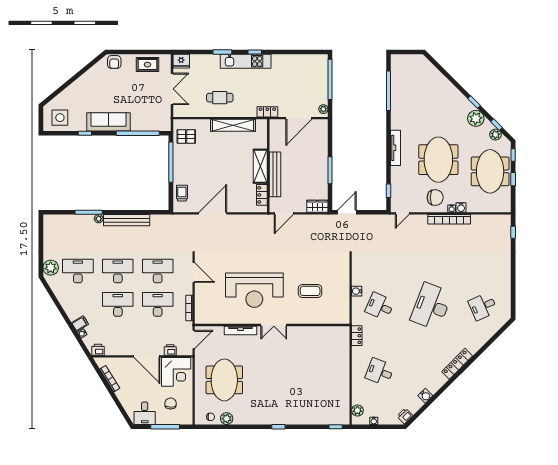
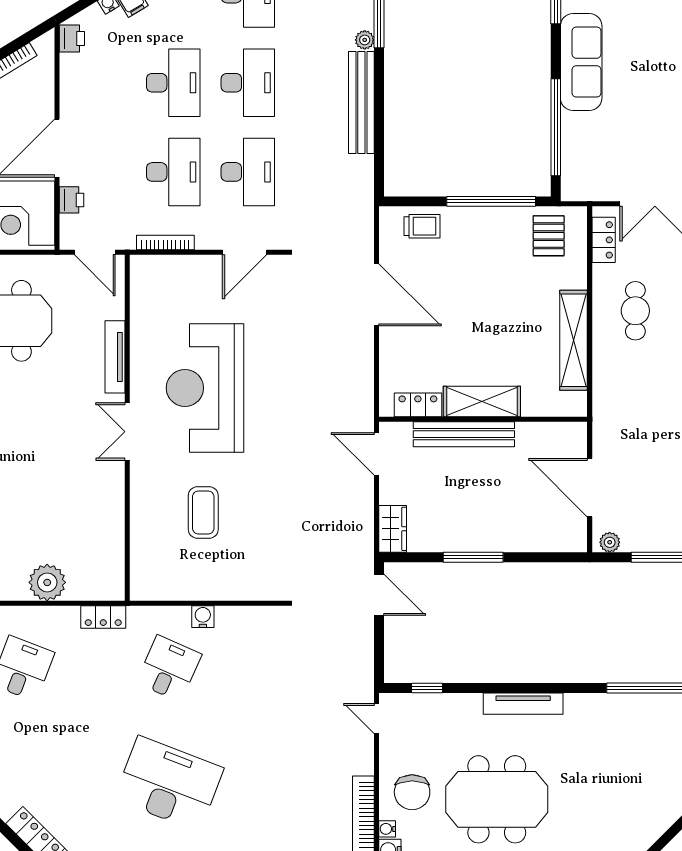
locker: (267, 112) -> (604, 240), moved
plant: (341, 361) -> (47, 582), added

